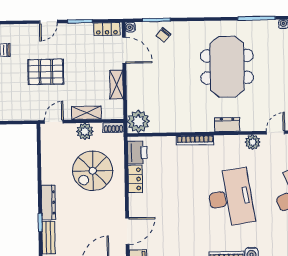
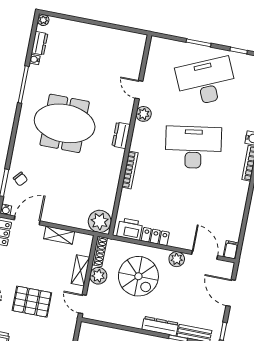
pallet: (46, 72) -> (32, 302), turned 90
shoe rack: (113, 127) -> (100, 251), width x1.43
plant: (117, 205) -> (177, 259), added

